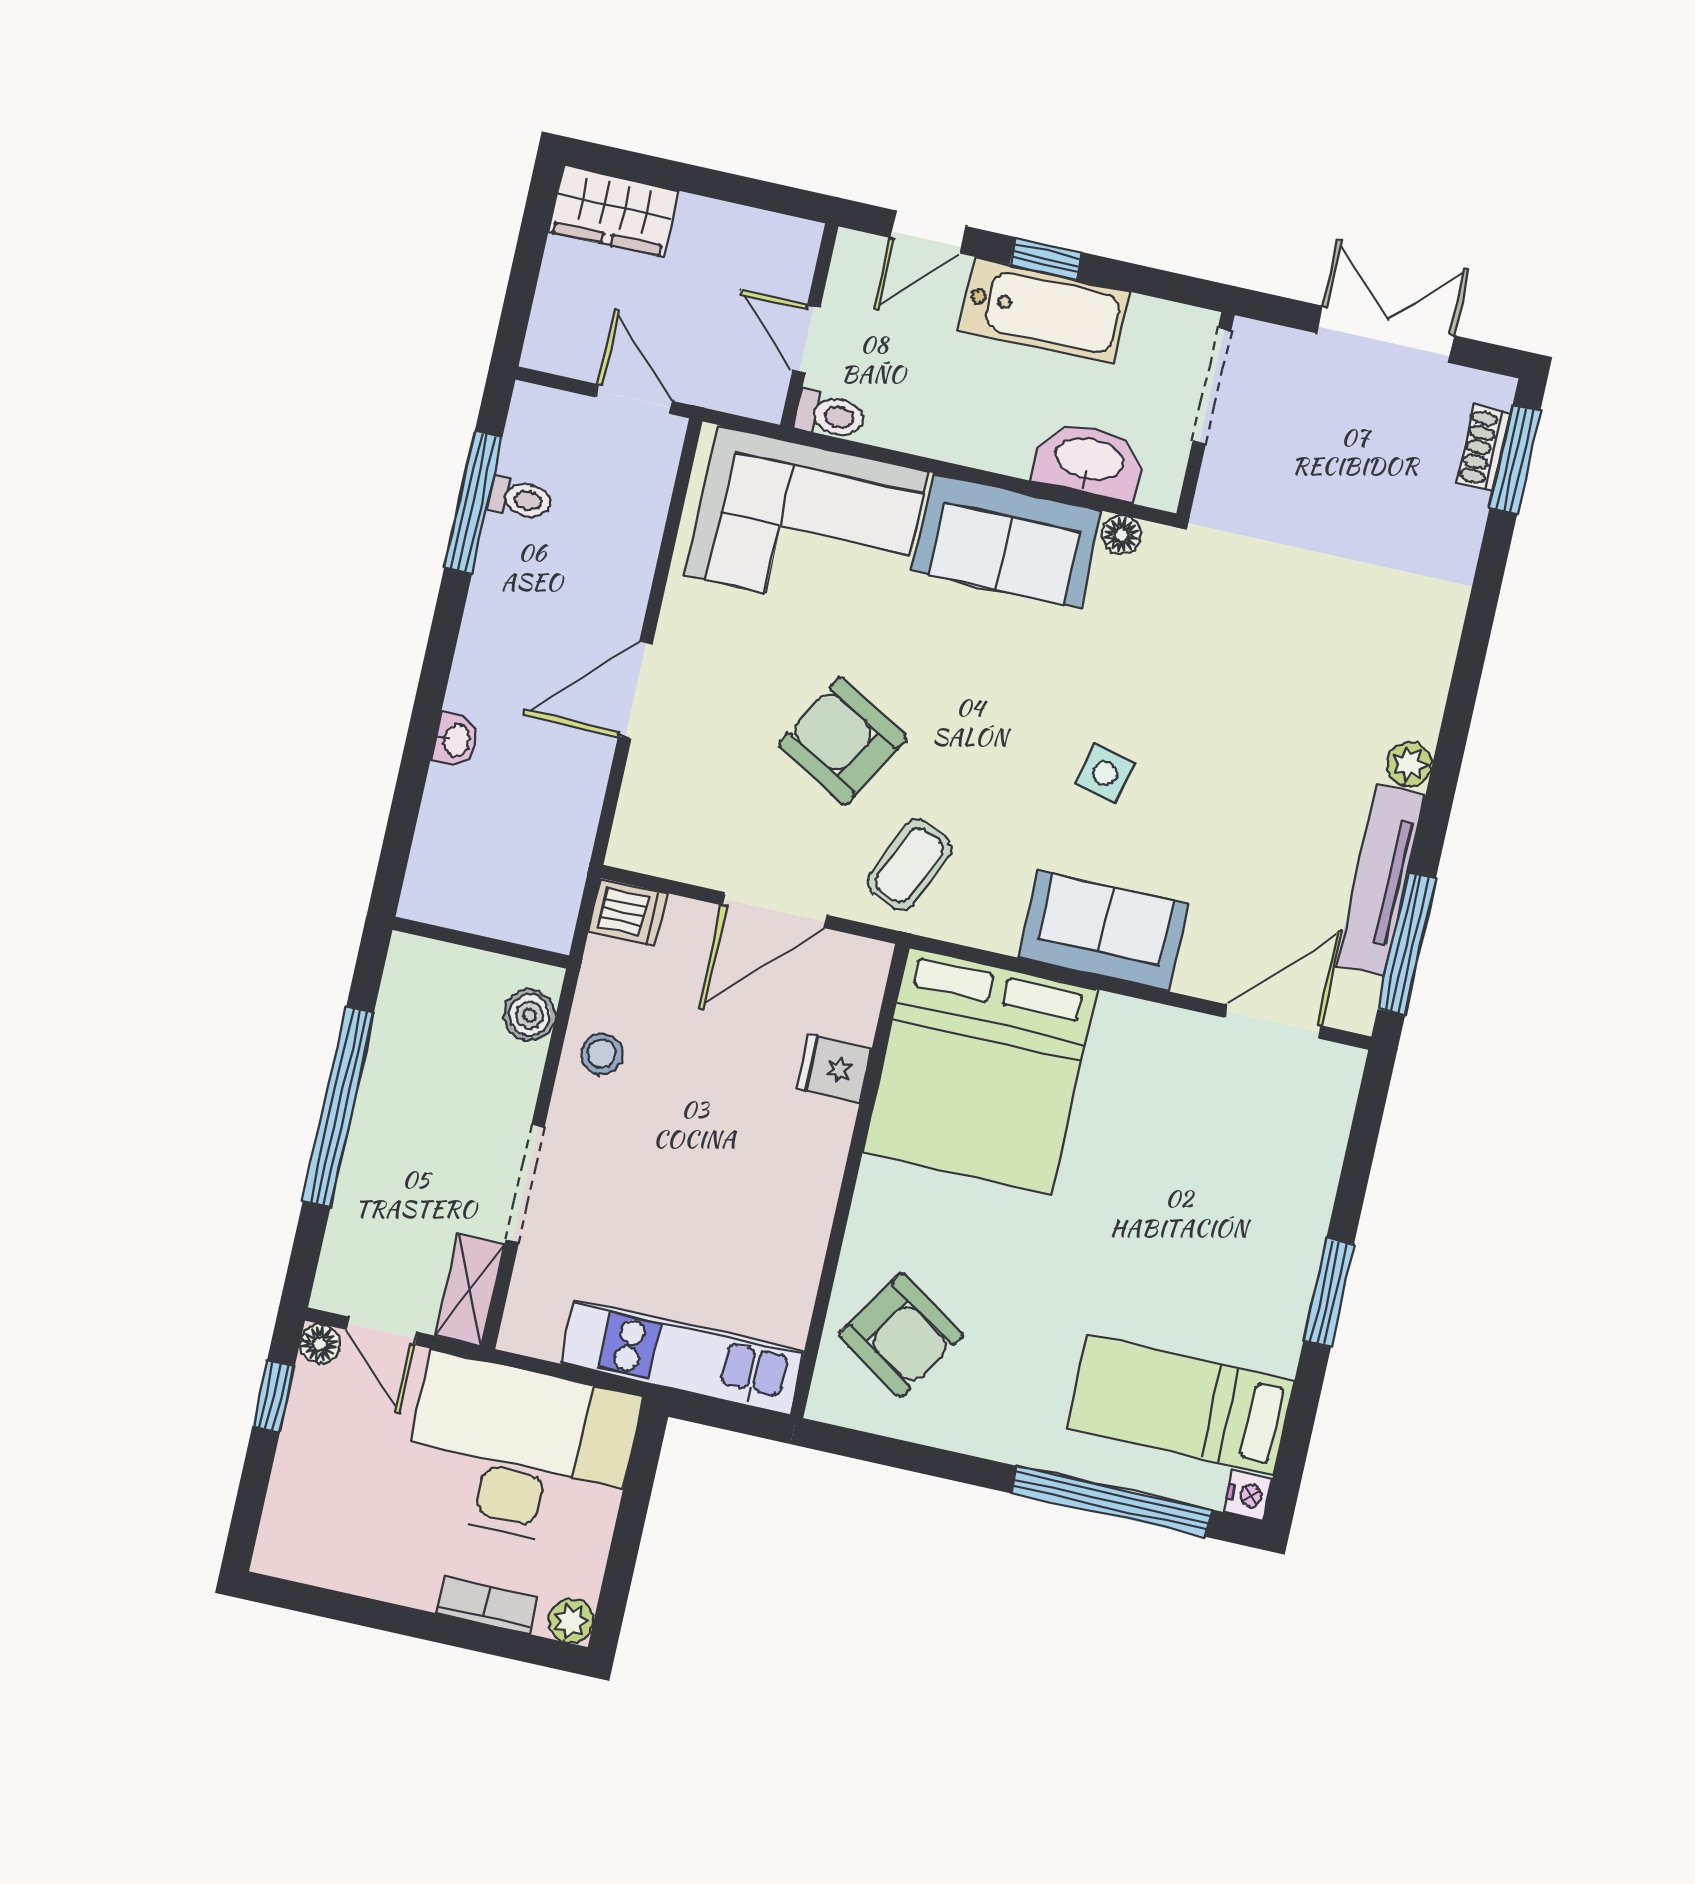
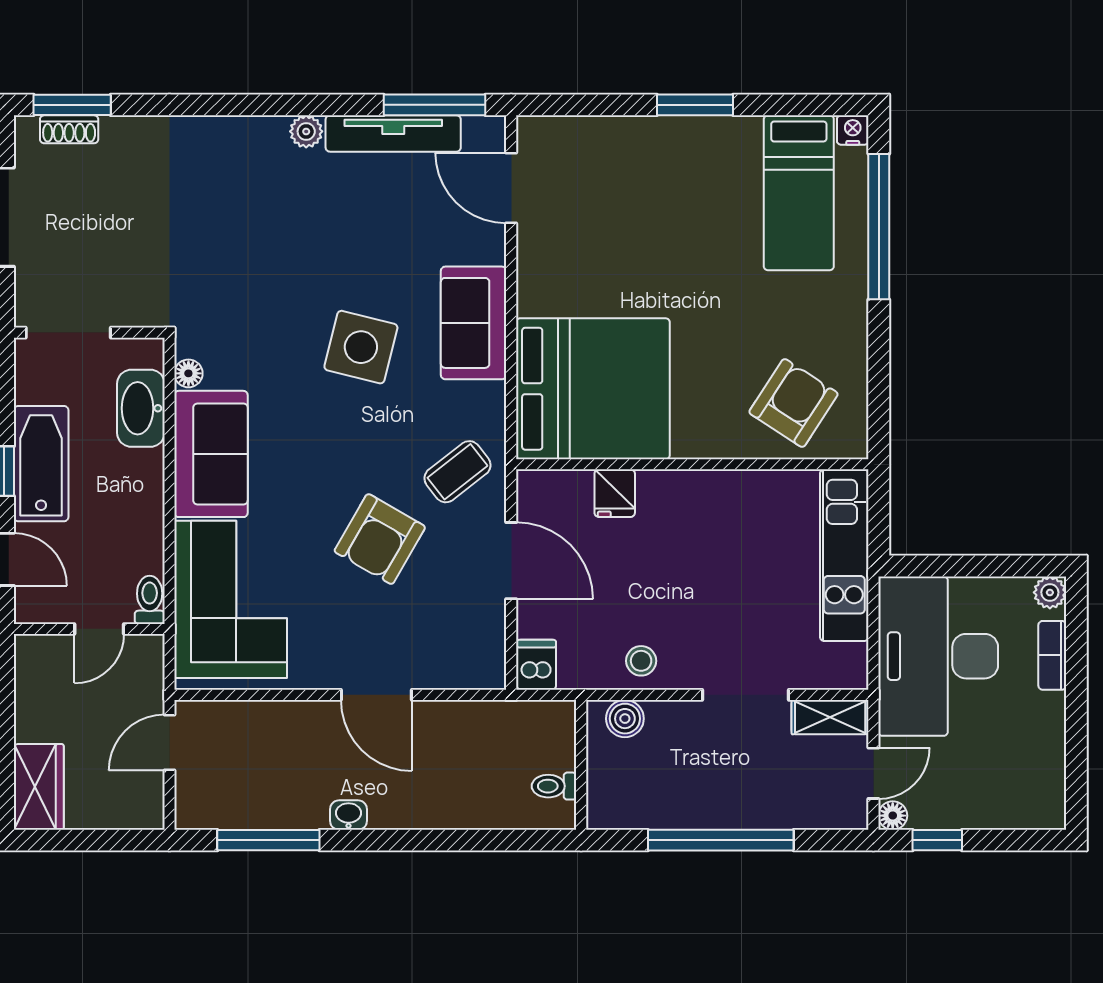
toilet: (520, 498) -> (554, 786), moved, turned -90
washbasin: (455, 740) -> (348, 815), moved
side table: (1105, 773) -> (361, 347), width x1.87, depth x1.87
coffee table: (909, 865) -> (458, 472), turned -62

